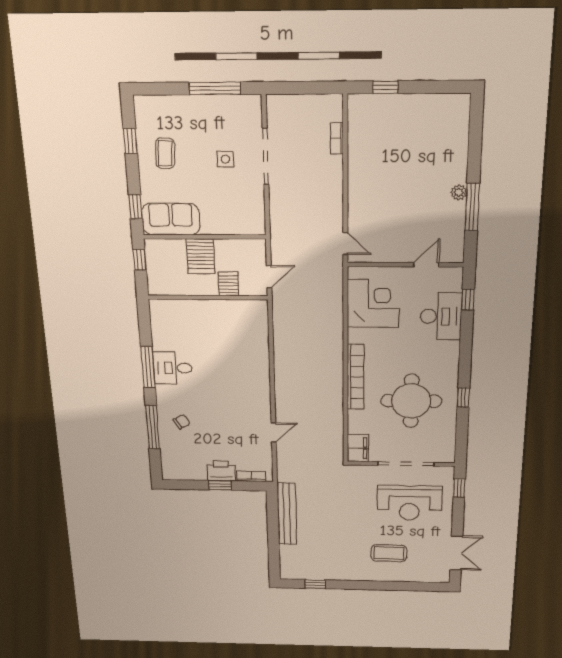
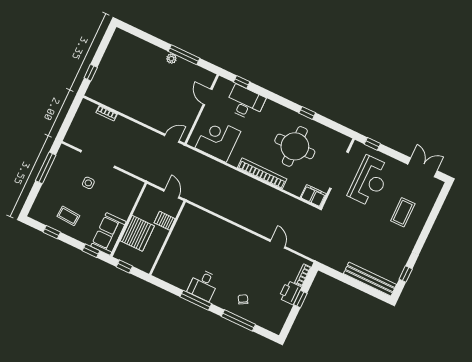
server rack: (201, 256) -> (137, 233), width x1.60
bench: (287, 514) -> (370, 279), moved

